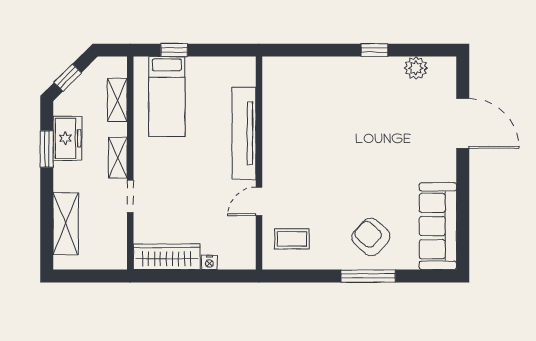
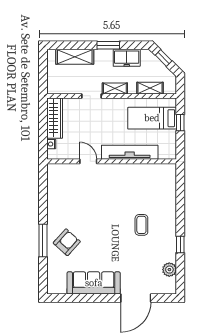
tv unit: (244, 133) -> (130, 152), moved
window: (47, 149) -> (108, 45), moved
wall: (259, 163) -> (112, 161), moved
door: (259, 202) -> (88, 161), moved
sofa: (438, 226) -> (94, 283), moved
coffee table: (292, 239) -> (141, 225), moved

